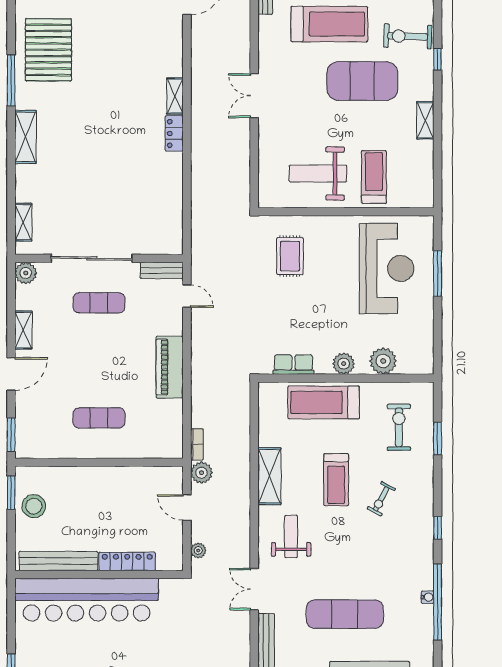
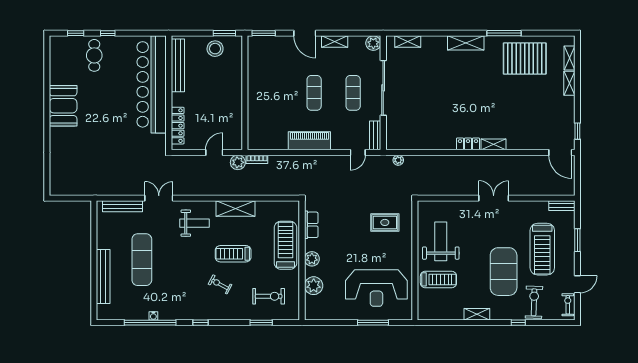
exercise mat: (99, 418) -> (314, 93), moved
plant: (198, 550) -> (398, 160), moved
locker: (127, 561) -> (178, 126), moved

